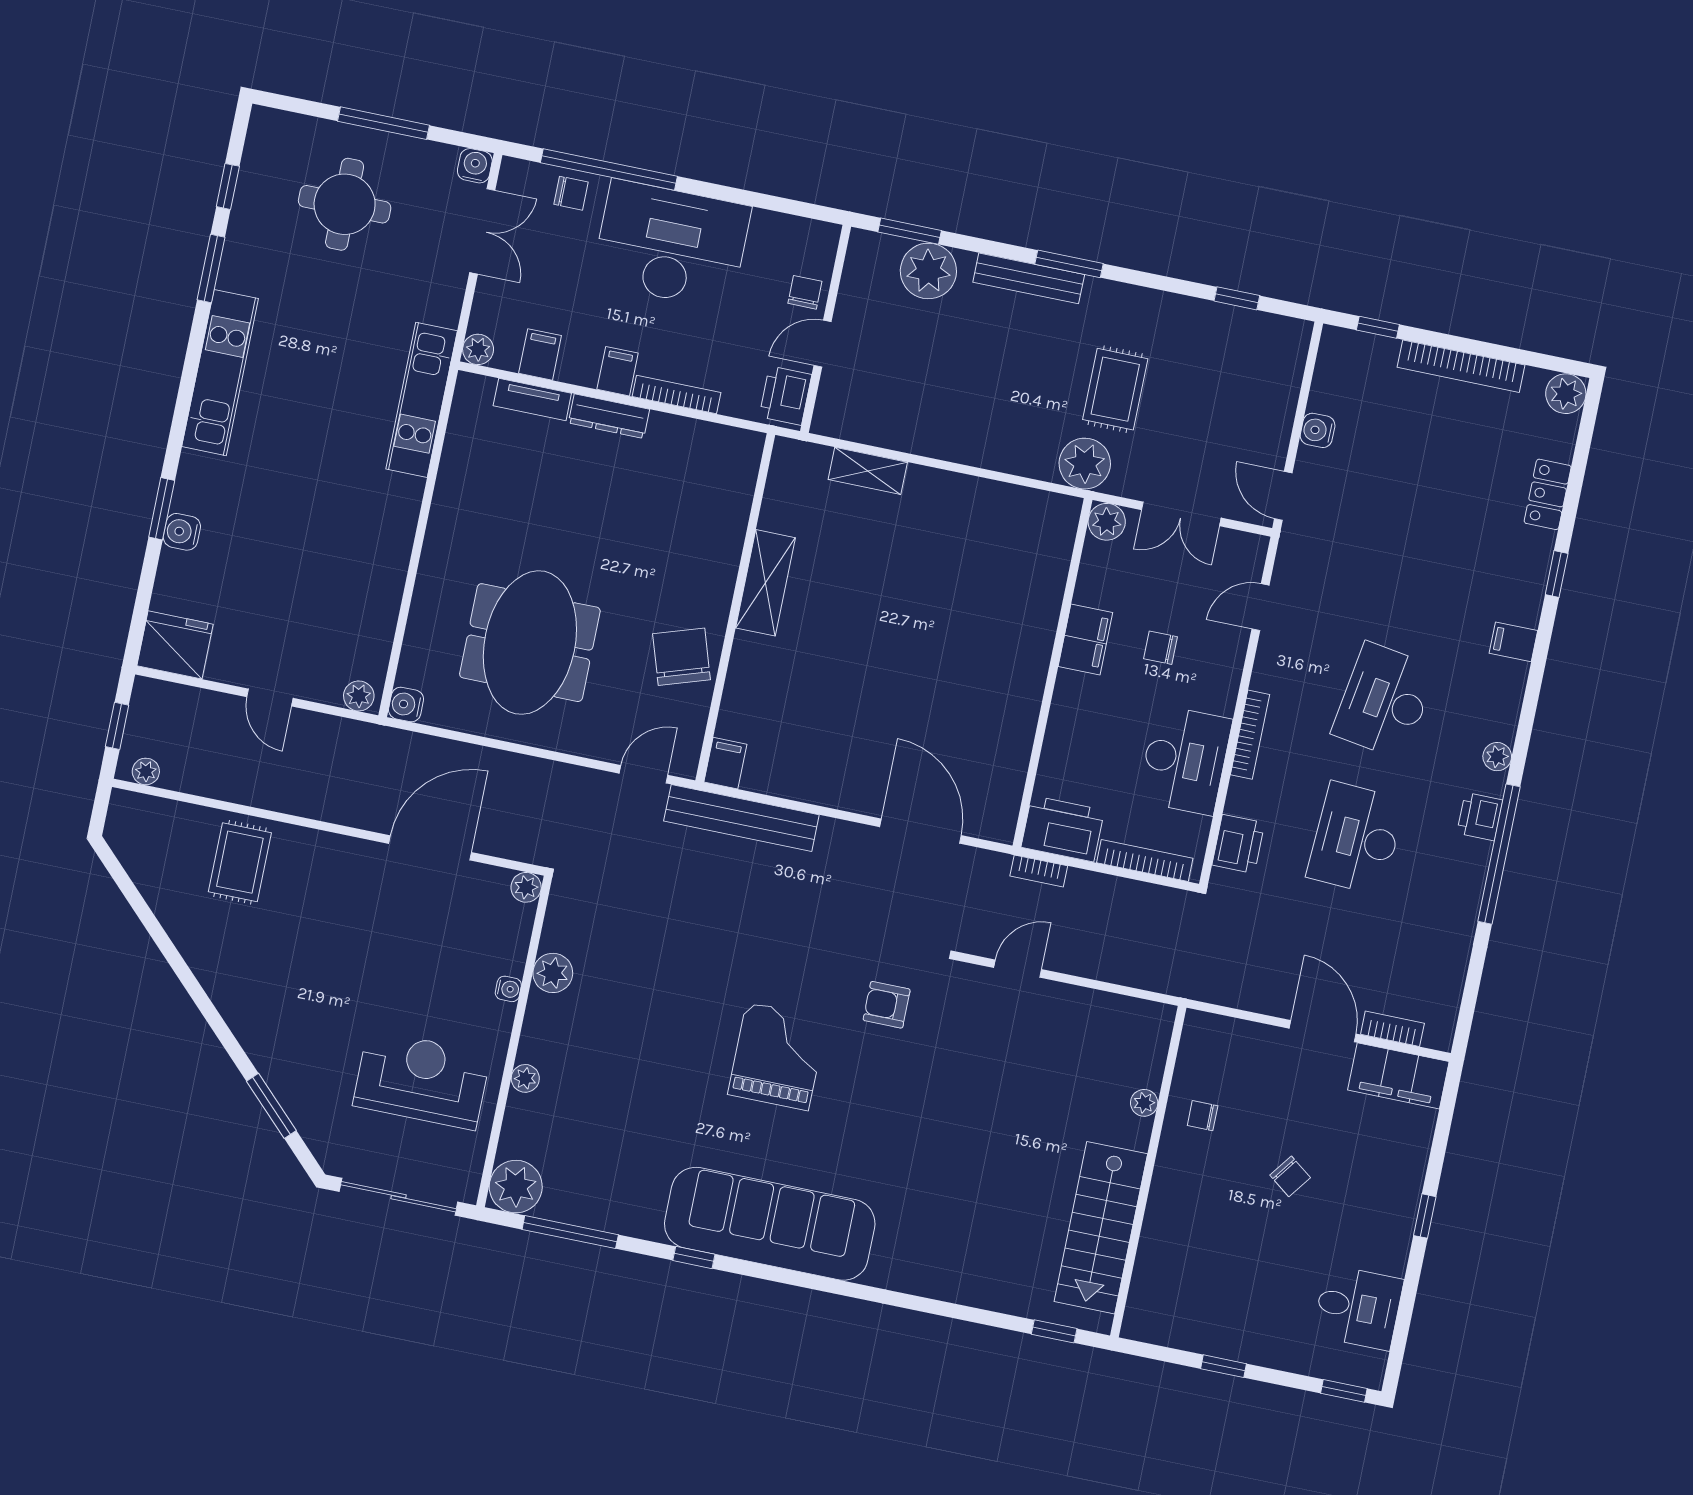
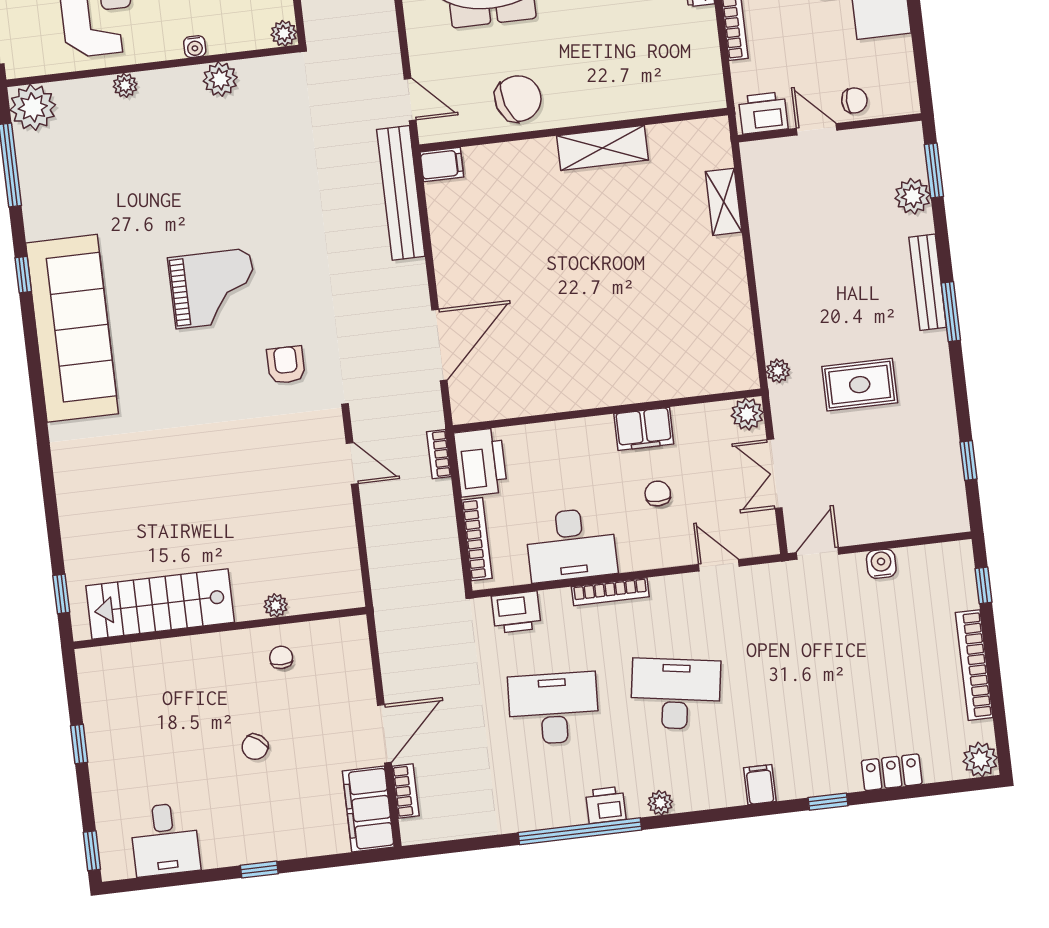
plant: (928, 271) -> (913, 196), width x0.73, depth x0.73
plant: (1085, 464) -> (778, 371), width x0.53, depth x0.53

